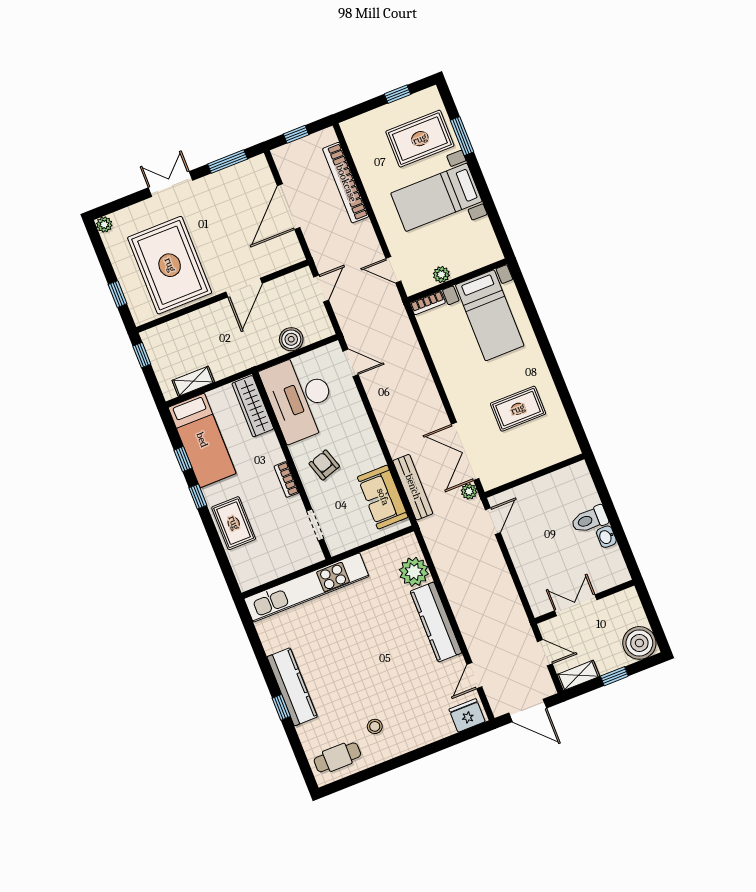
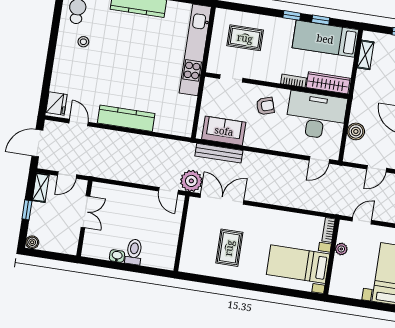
door: (321, 289) -> (377, 169), hinge flipped
bookcase: (286, 479) -> (293, 81), moved
plant: (469, 491) -> (191, 181), width x1.88, depth x1.88
rug: (234, 523) -> (245, 38), moved
plant: (414, 572) -> (166, 123), removed
boiler: (639, 643) -> (32, 242), width x0.54, depth x0.54

